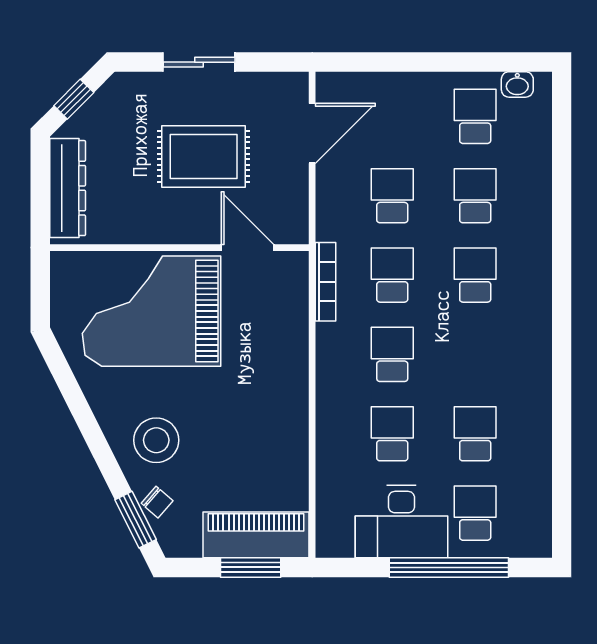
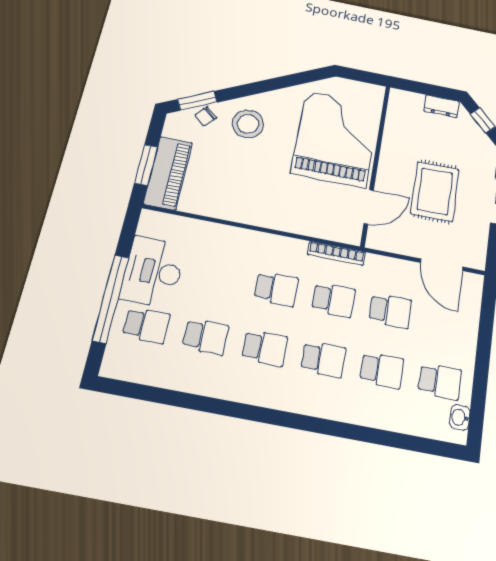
dresser: (68, 188) -> (441, 106), width x0.51, depth x0.80
school desk: (392, 434) -> (265, 348), moved

